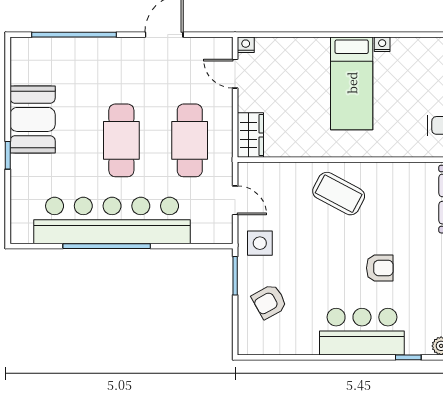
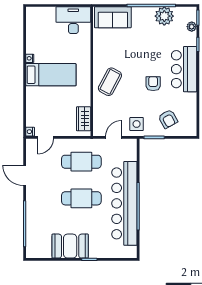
wardrobe: (250, 135) -> (84, 119), moved, turned -90
armchair: (380, 268) -> (153, 84), moved

